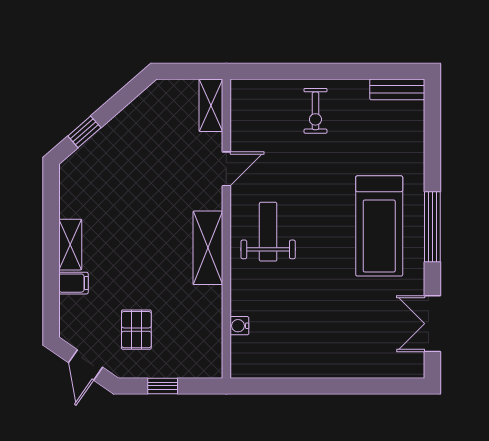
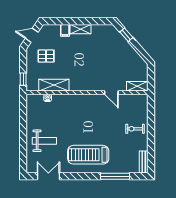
window: (432, 227) -> (115, 176), moved
weight bench: (268, 232) -> (44, 141), moved
shelving: (208, 248) -> (54, 85), moved
window: (163, 386) -> (23, 79), moved

